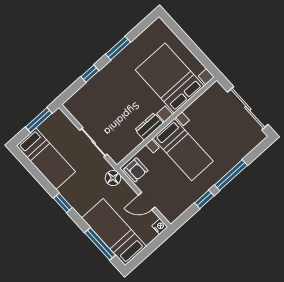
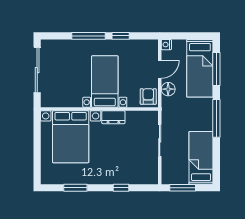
window: (118, 48) -> (75, 188), moved
floor lamp: (113, 178) -> (168, 89), moved
door: (147, 201) -> (160, 69), hinge flipped
window: (63, 203) -> (216, 118), width x2.17

